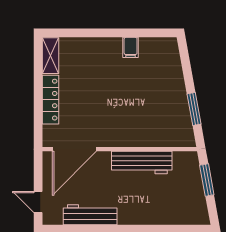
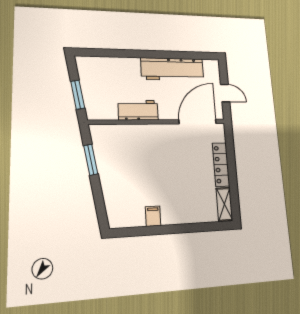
workbench: (142, 163) -> (138, 110), width x0.73
door: (38, 202) -> (225, 93), moved
workbench: (90, 215) -> (172, 69), width x1.36, depth x1.32

